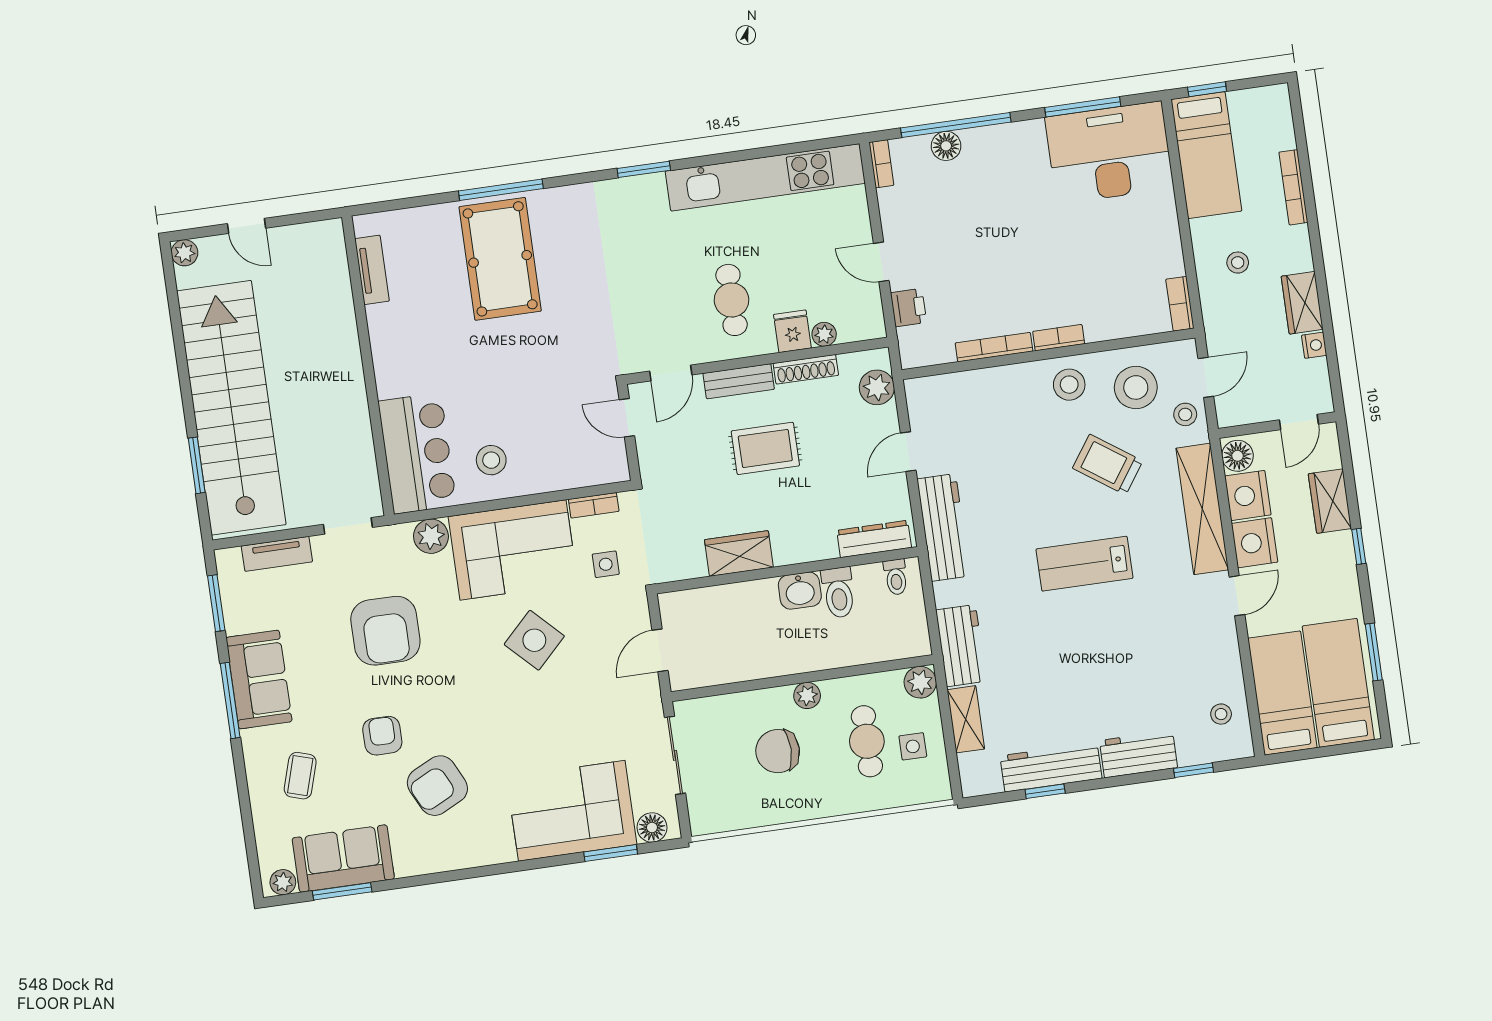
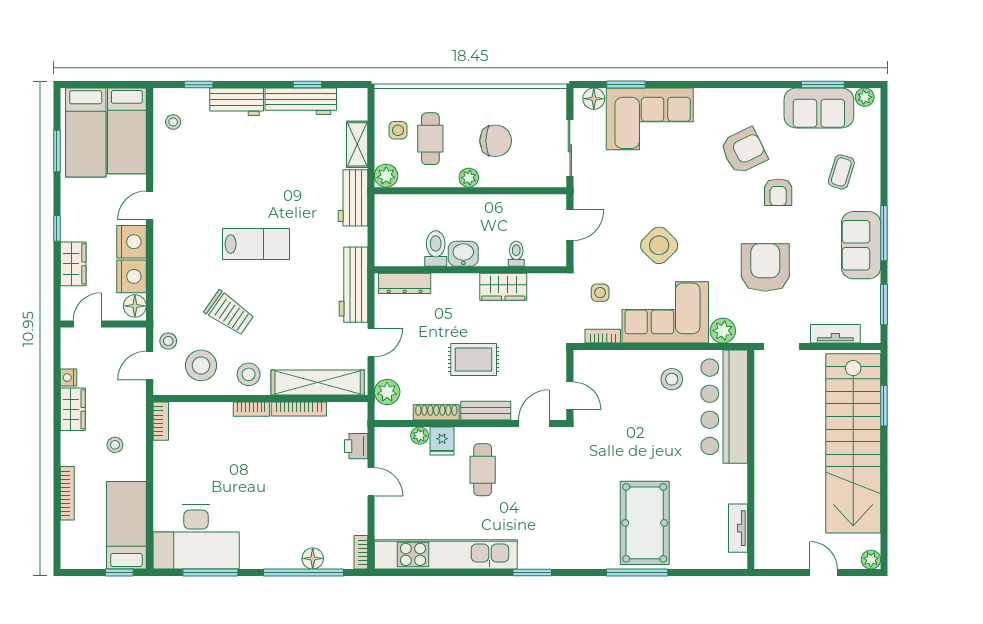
bar counter: (417, 453) -> (724, 407), width x1.36
shelving: (1202, 509) -> (318, 383), moved, turned 90
toilet: (896, 577) -> (516, 254), moved

